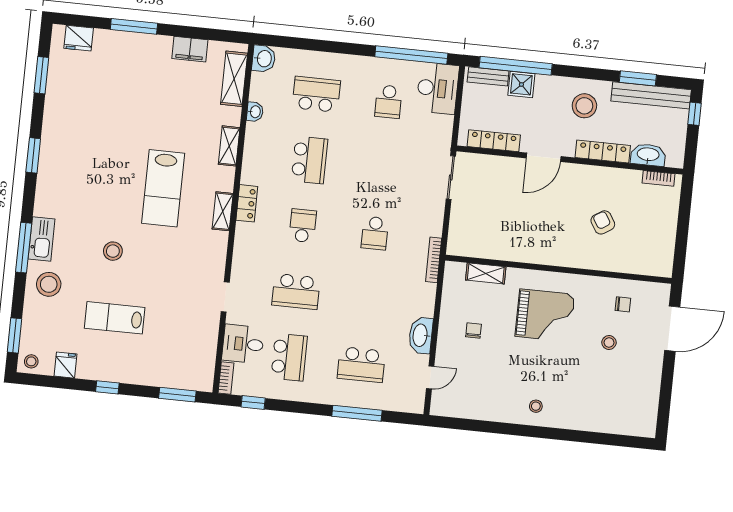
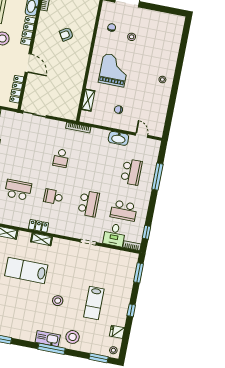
lab bench: (163, 188) -> (26, 270), turned 180
school desk: (375, 233) -> (61, 158), turned 90
school desk: (289, 357) -> (124, 211), turned 180

